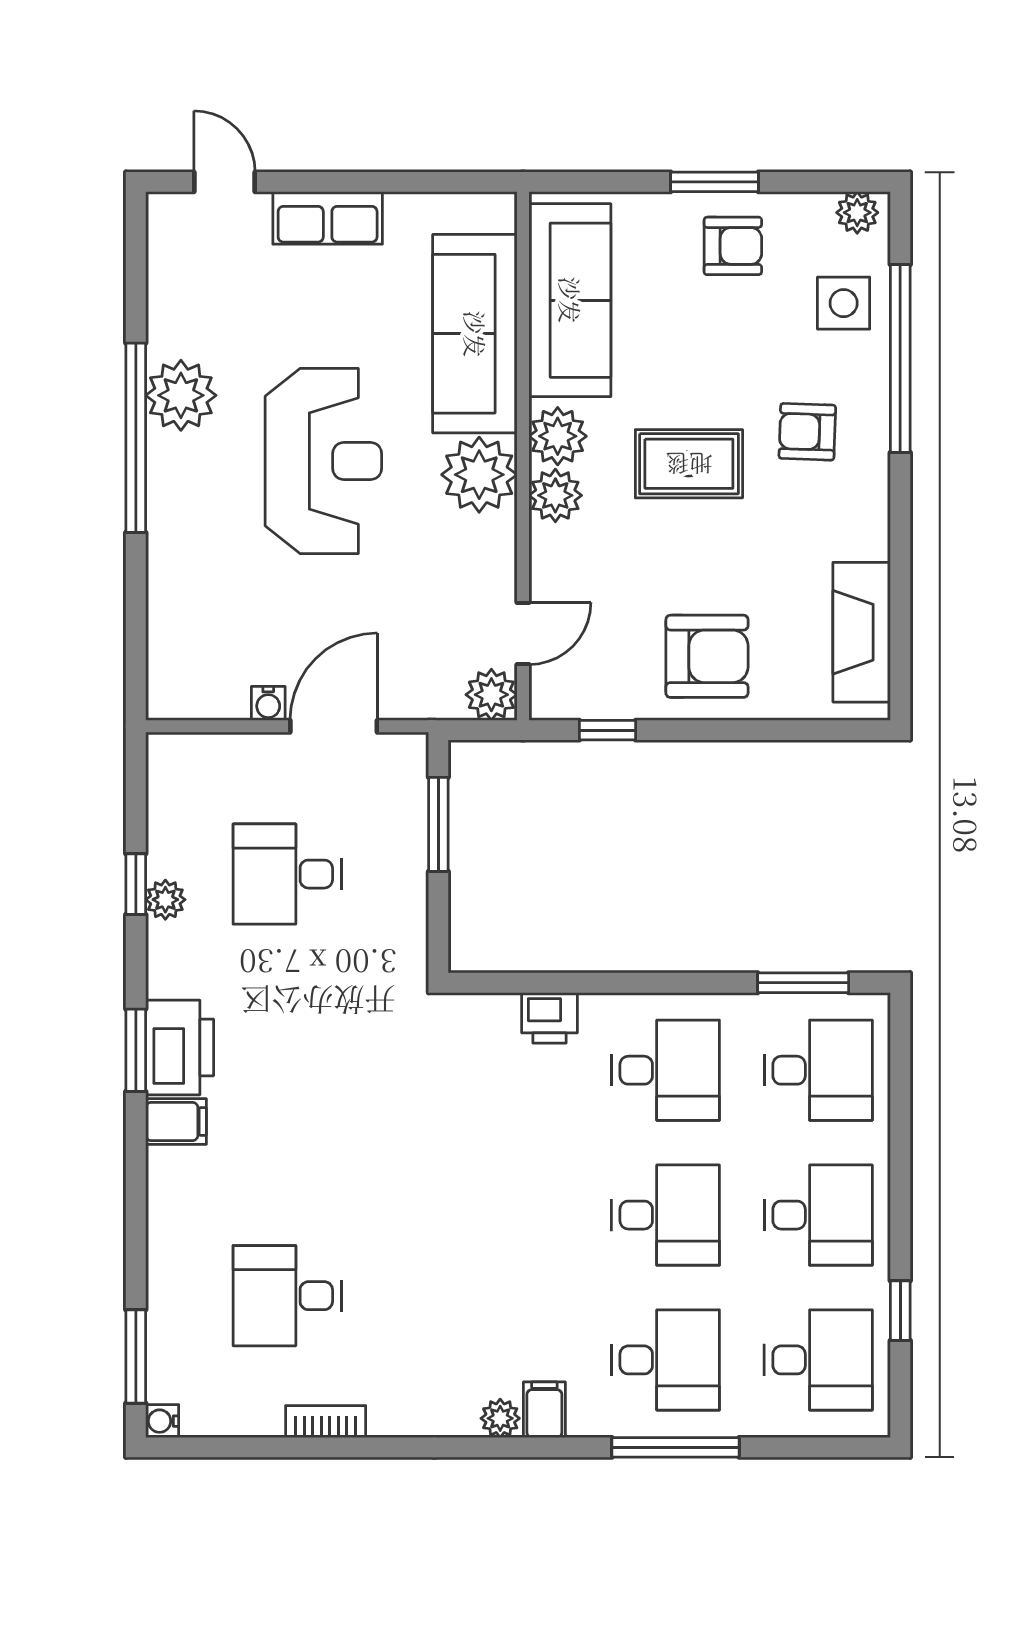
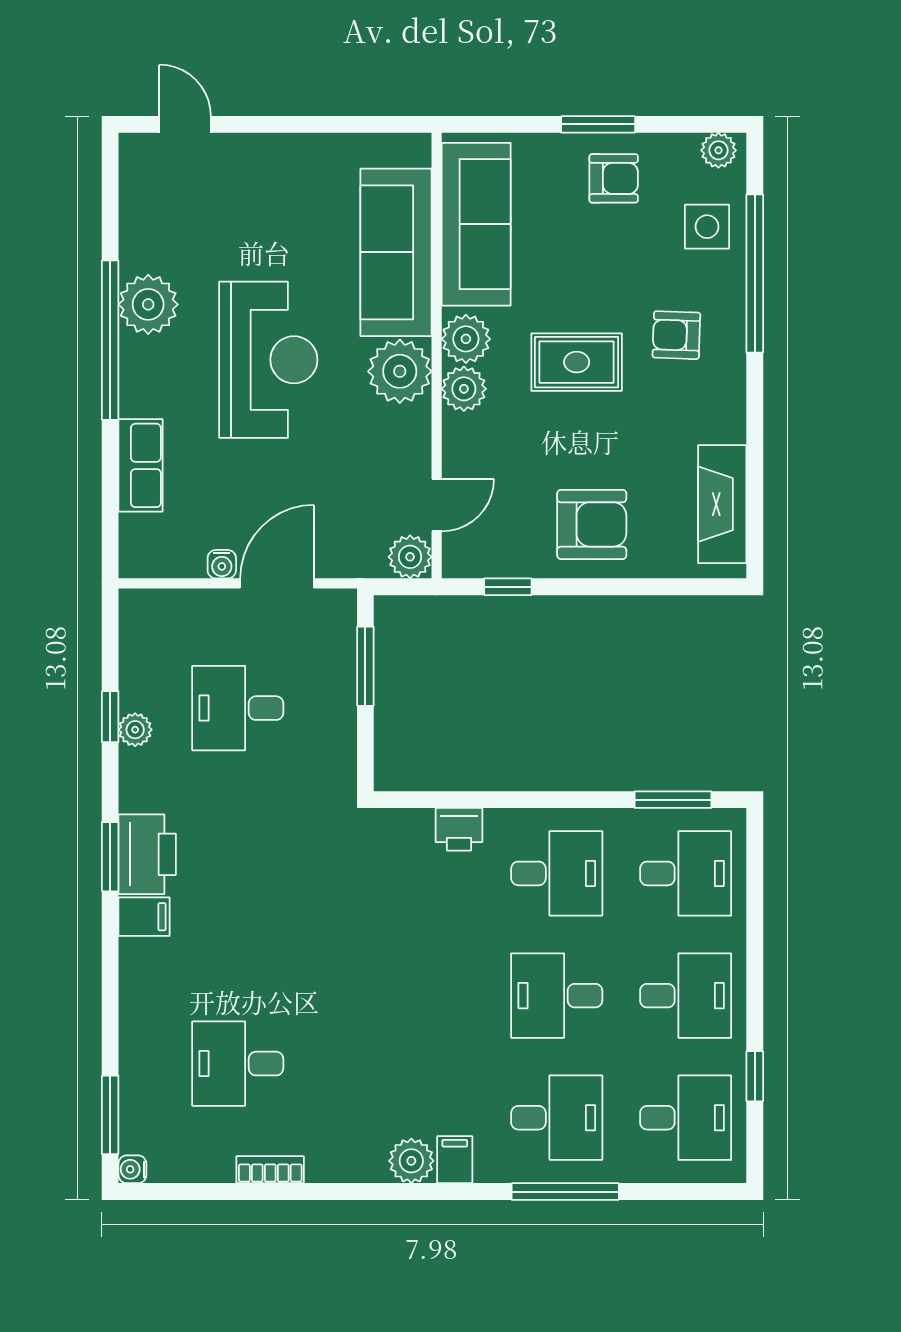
row of seats: (328, 218) -> (141, 465), moved, turned -90
desk: (665, 1215) -> (557, 996), turned 180
plant: (500, 1418) -> (411, 1161), width x1.38, depth x1.38

